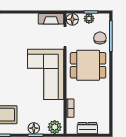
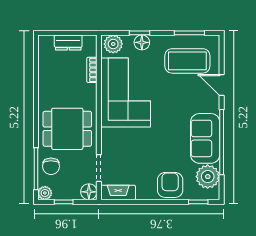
plant: (89, 19) -> (45, 193), moved
armchair: (13, 24) -> (170, 185), added
corner sofa: (46, 74) -> (126, 93), moved

